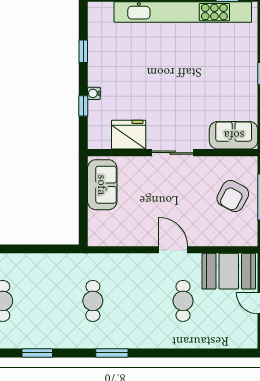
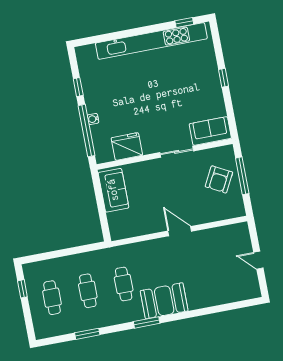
window: (83, 106) -> (86, 131), width x3.17
sliding door: (173, 153) -> (177, 152), moved
booth: (229, 271) -> (164, 301), moved
cafe table: (183, 301) -> (88, 291), moved

